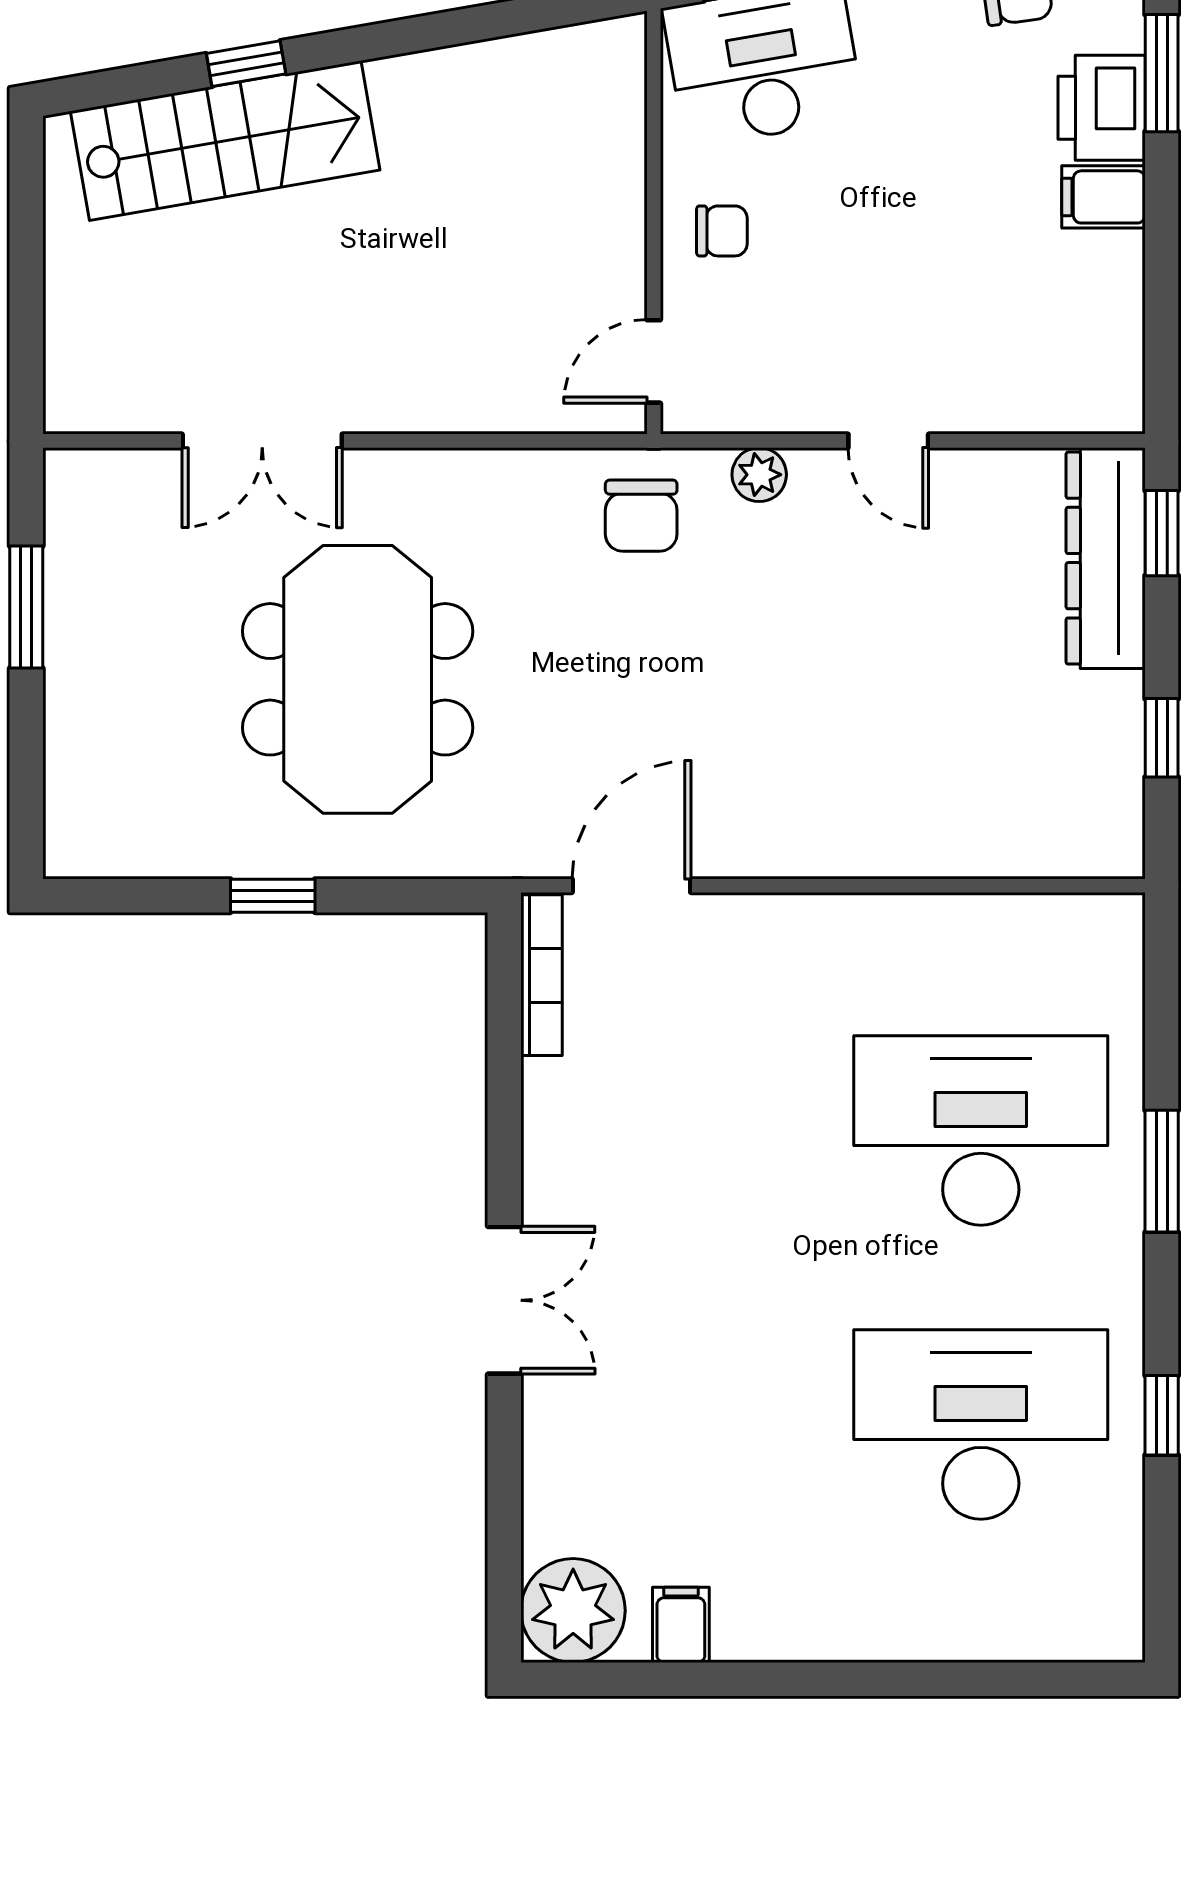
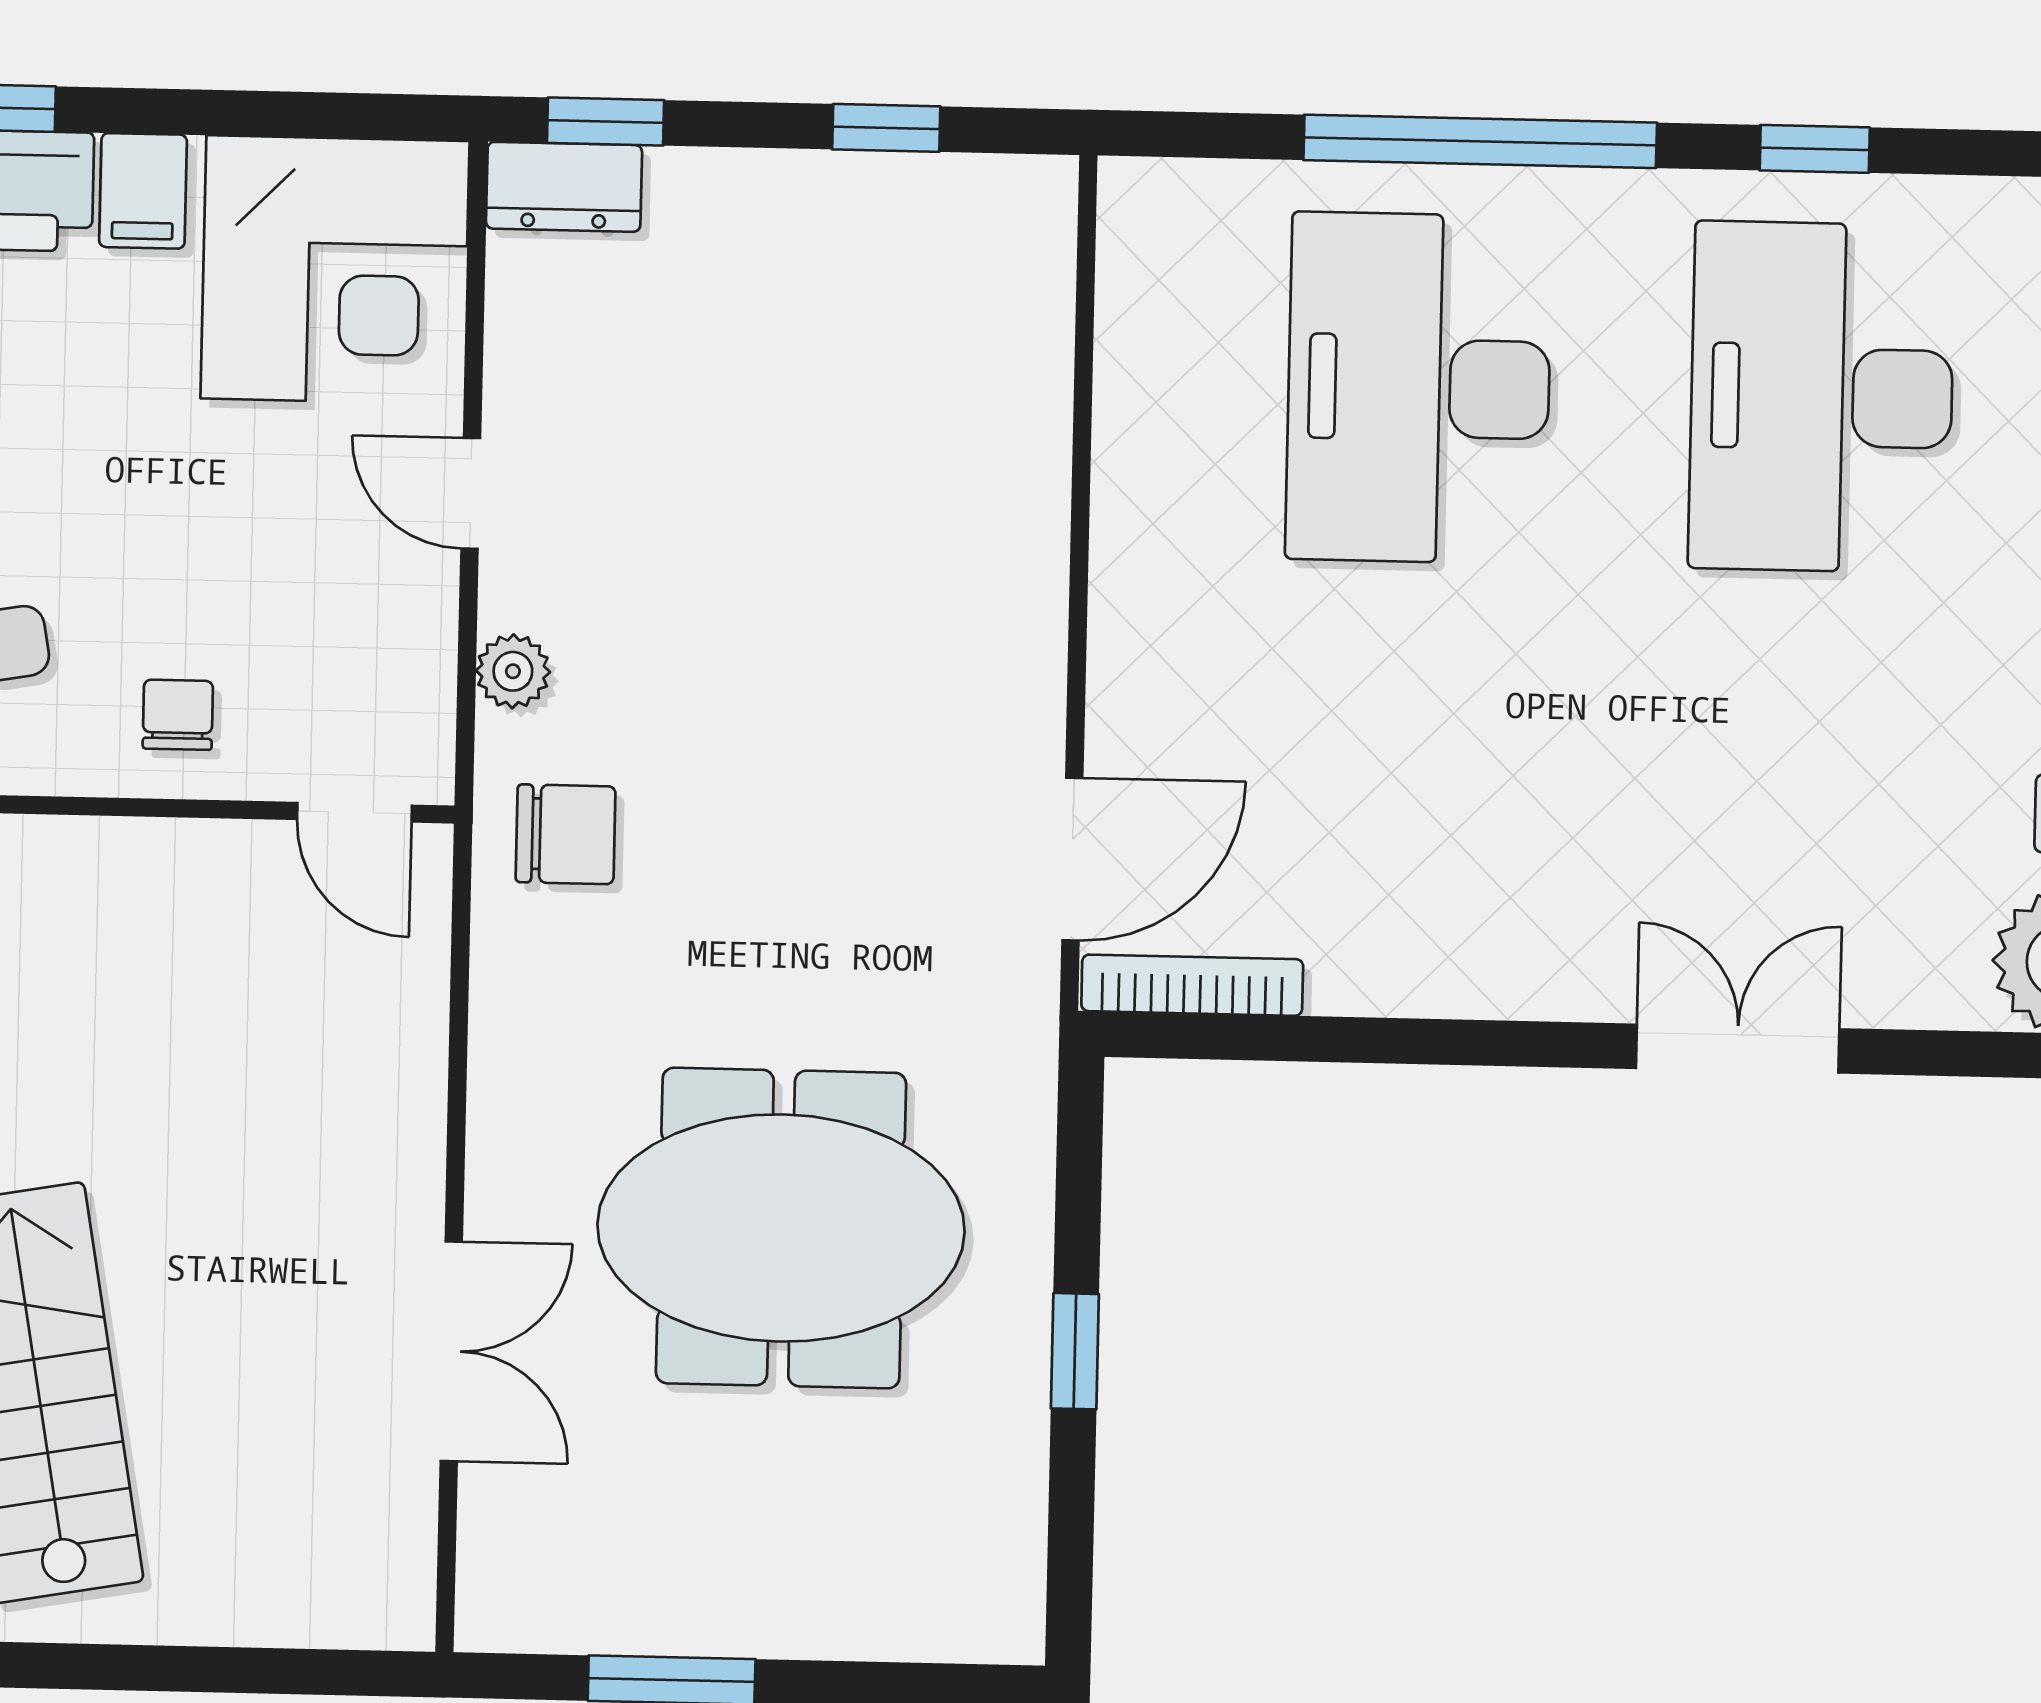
corner desk: (1049, 338) -> (335, 270), added
door: (888, 441) -> (471, 493), swing flipped
dresser: (1106, 558) -> (564, 187), width x0.51, depth x0.80
door: (631, 886) -> (1072, 859), swing flipped
window: (1162, 1171) -> (1480, 141), width x2.11
double door: (504, 1300) -> (1738, 1049), moved

